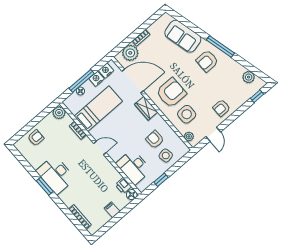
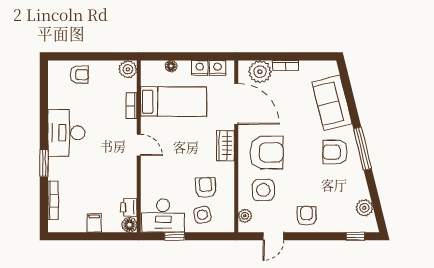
window: (82, 81) -> (182, 56), removed
armchair: (222, 108) -> (307, 216), turned 90
desk: (134, 167) -> (163, 216), moved, turned -90
window: (45, 186) -> (44, 163), moved

